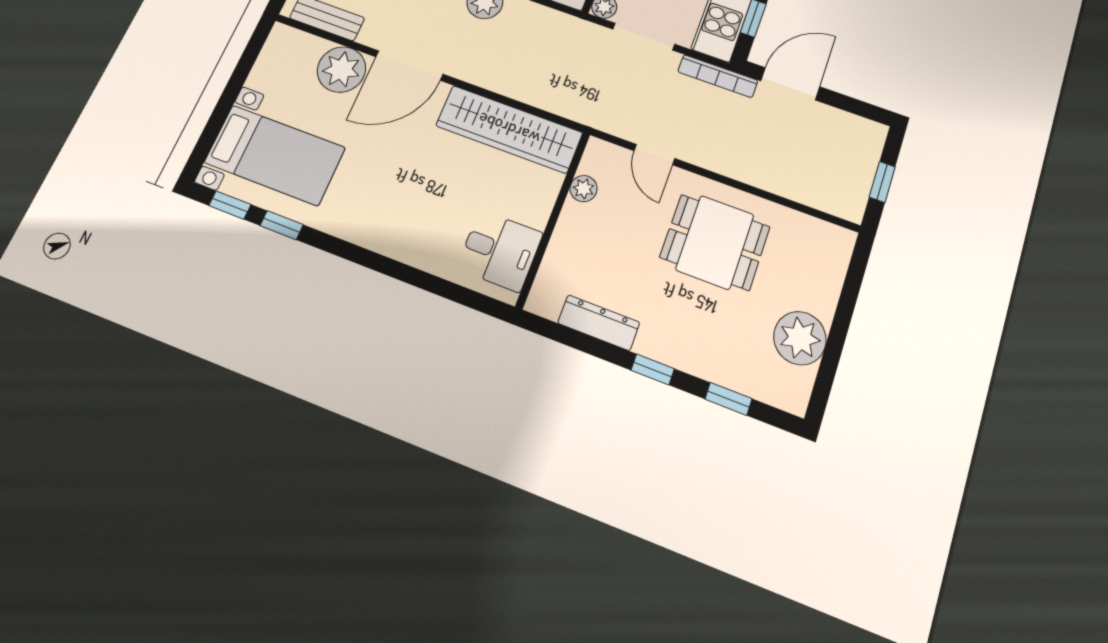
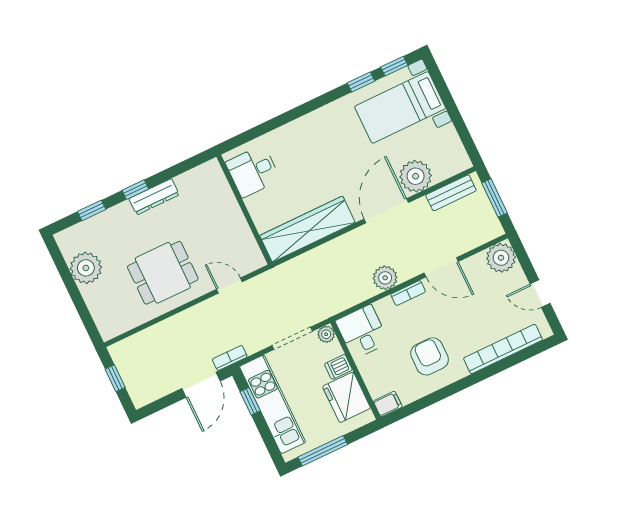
bookcase: (718, 76) -> (230, 358), width x0.64
plant: (584, 189) -> (245, 237), removed
dresser: (599, 323) -> (154, 197), moved

